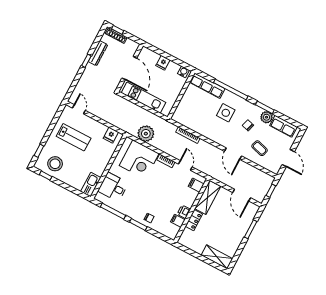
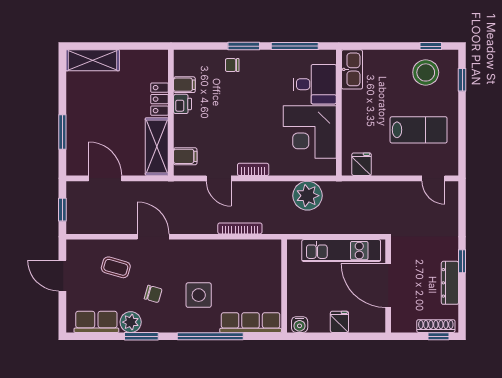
lab bench: (74, 137) -> (419, 130), turned 180
corner desk: (139, 160) -> (310, 132), moved, turned -90

